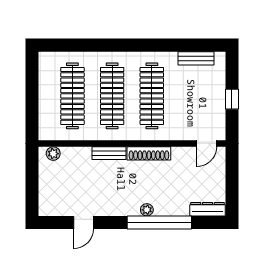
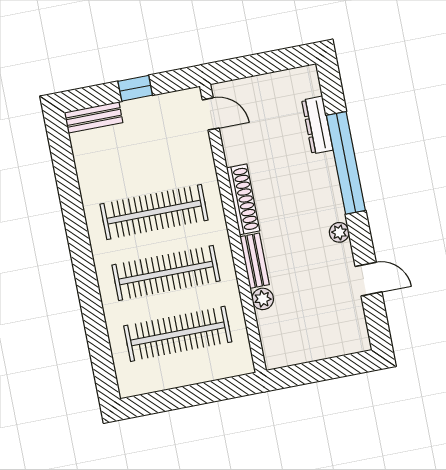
bench: (196, 58) -> (94, 117), moved, turned 90
plant: (53, 154) -> (263, 299), moved
dresser: (208, 209) -> (317, 125), moved
plant: (147, 210) -> (339, 232), moved

